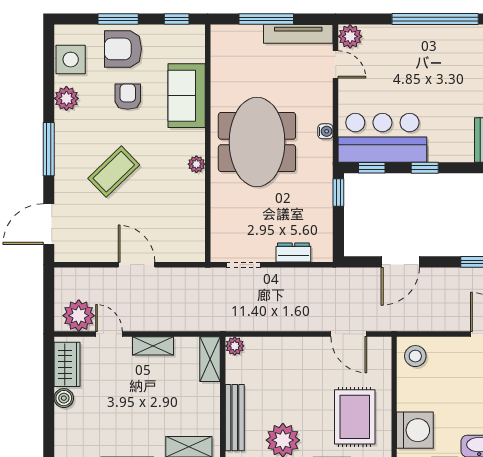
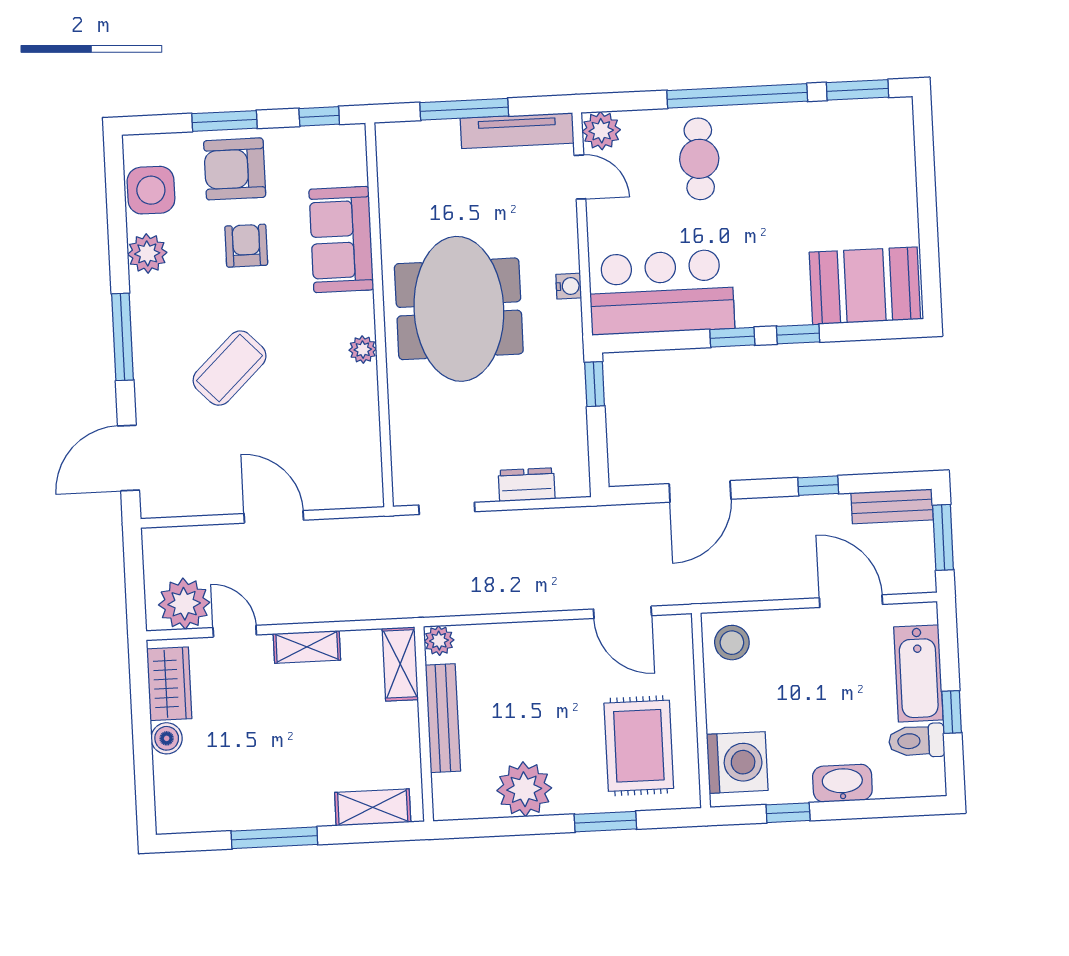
cafe table: (410, 57) -> (699, 159), added
window: (372, 168) -> (798, 334), moved
bench: (235, 418) -> (443, 718), moved

